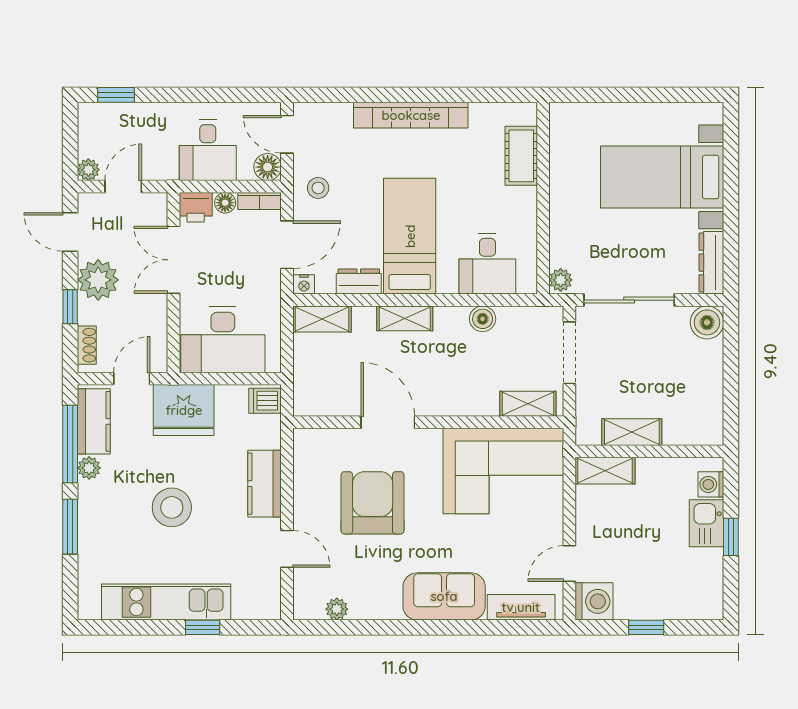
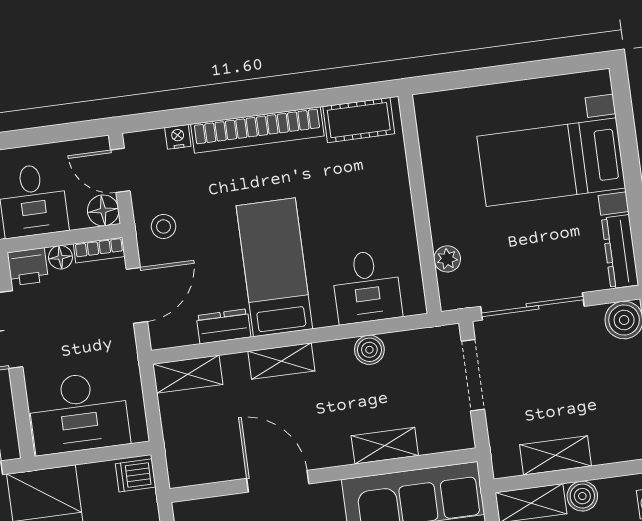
cot: (521, 156) -> (359, 120), moved, turned 90
plant: (561, 280) -> (447, 259), moved
nightstand: (304, 284) -> (178, 137), moved, turned 180
shelving: (528, 404) -> (385, 446), moved
boiler: (650, 470) -> (582, 496), added

